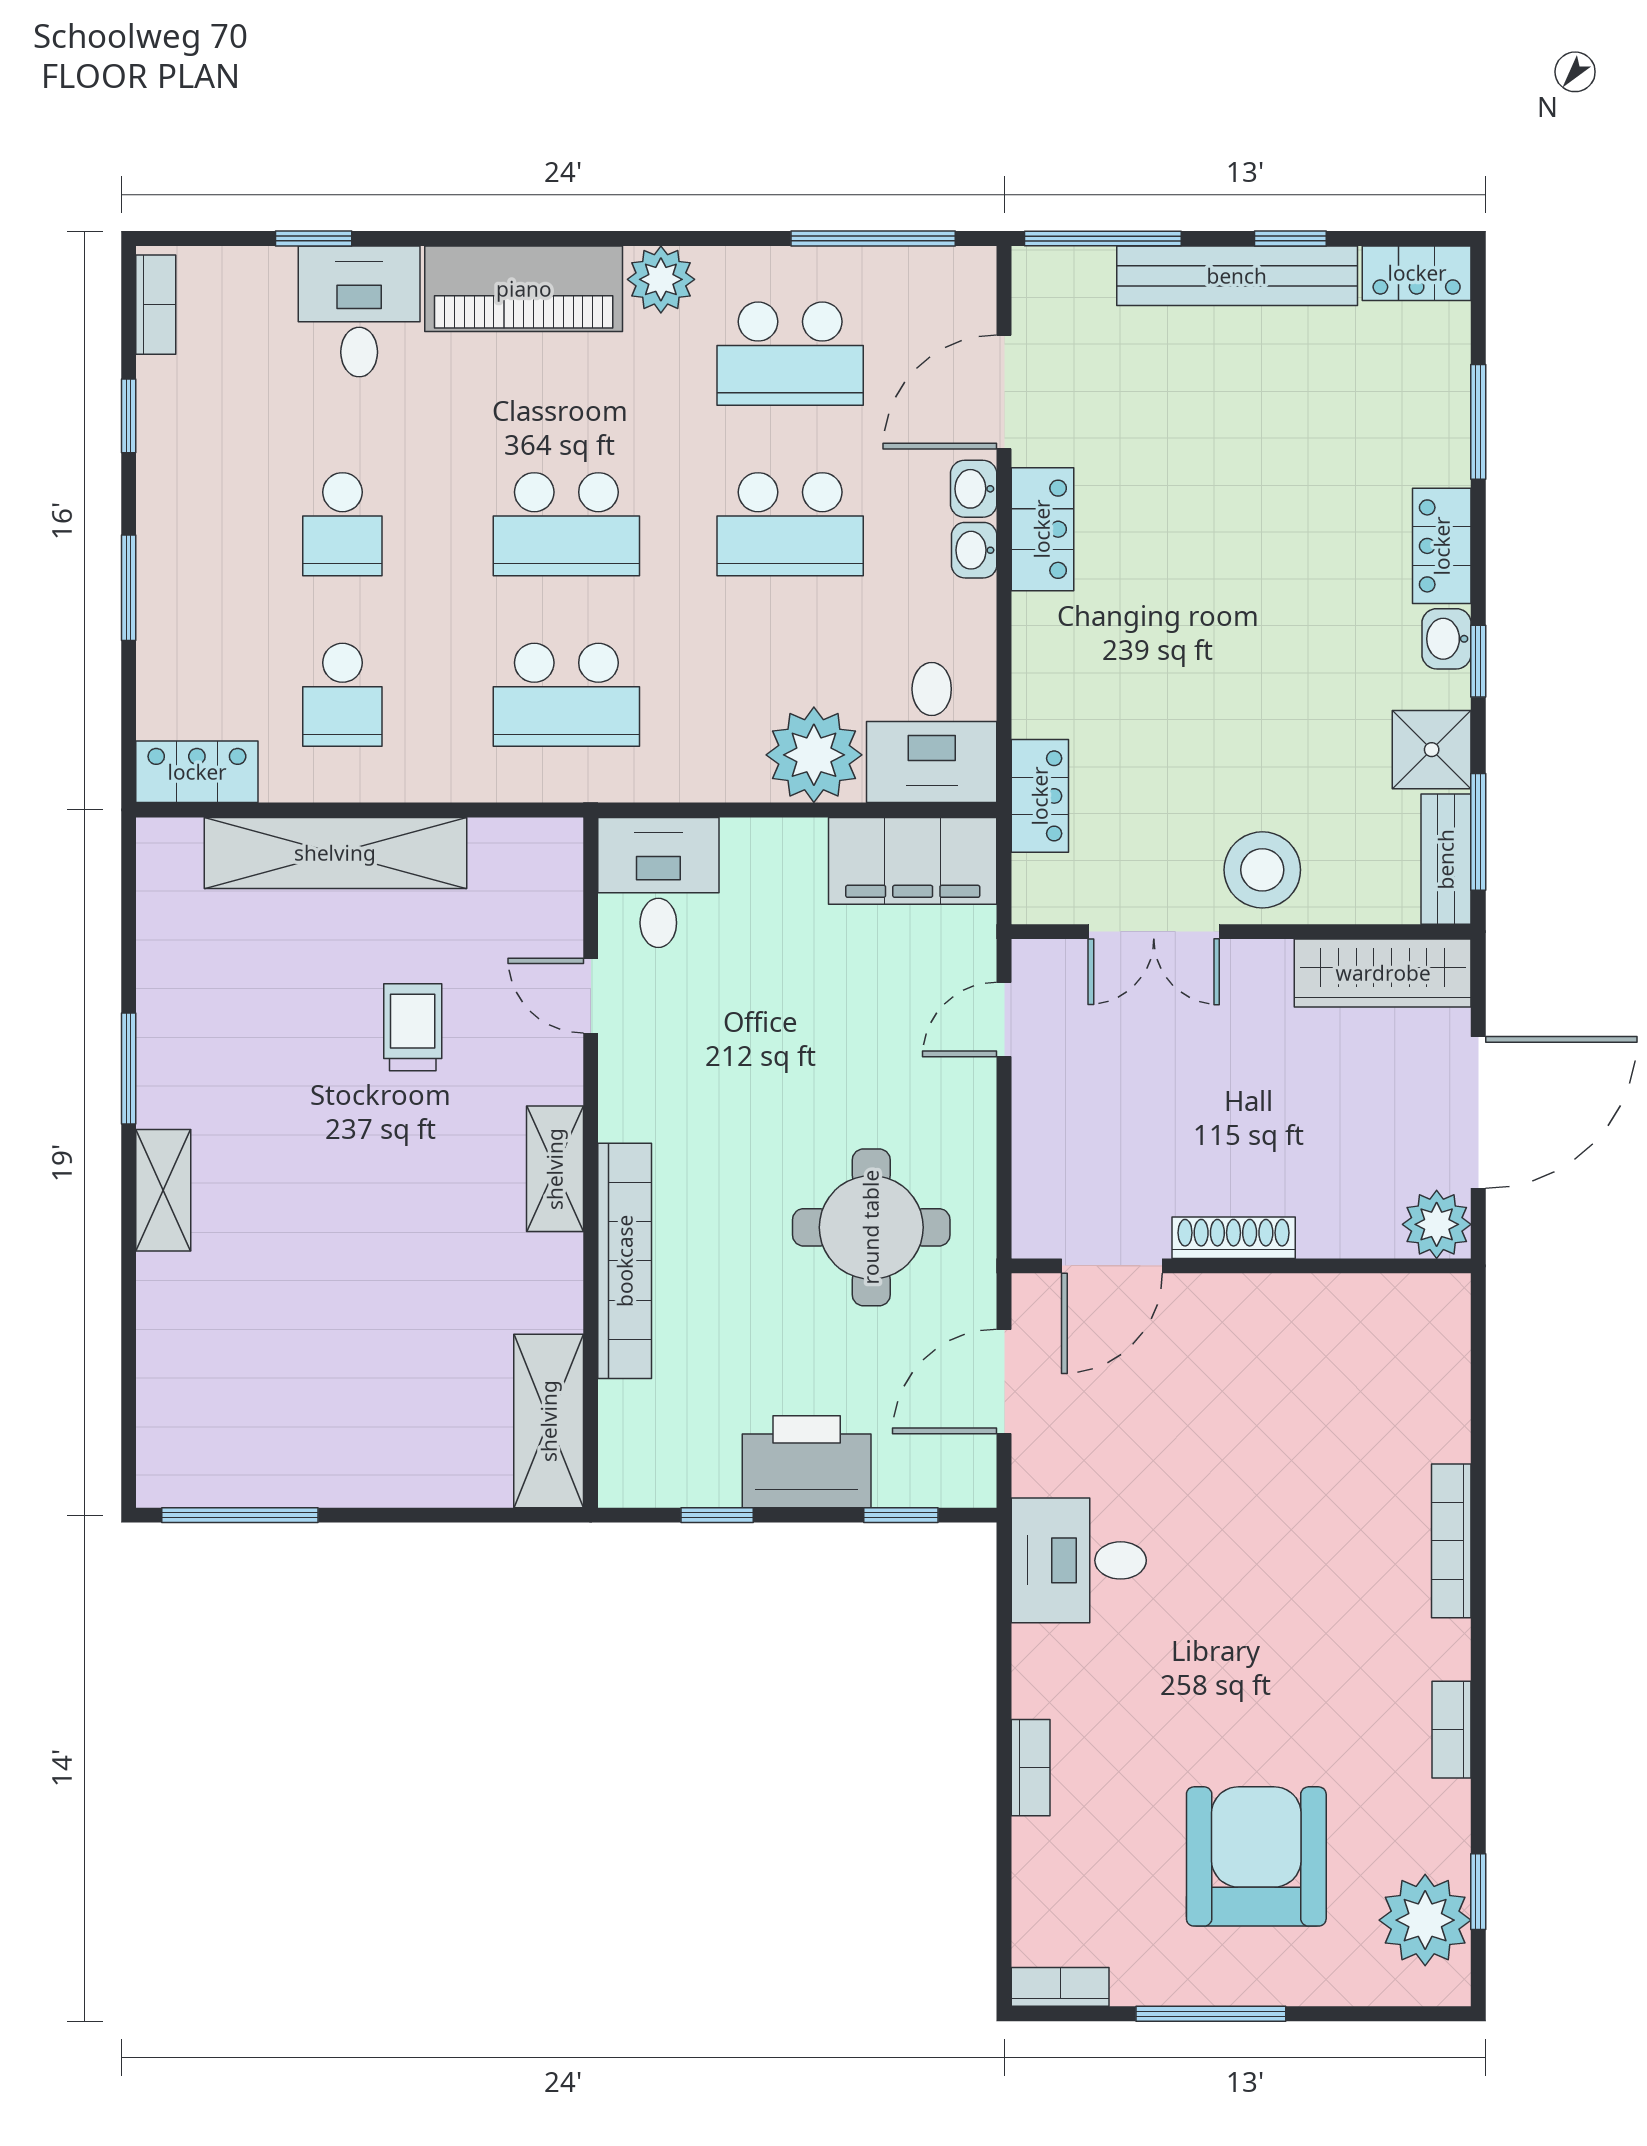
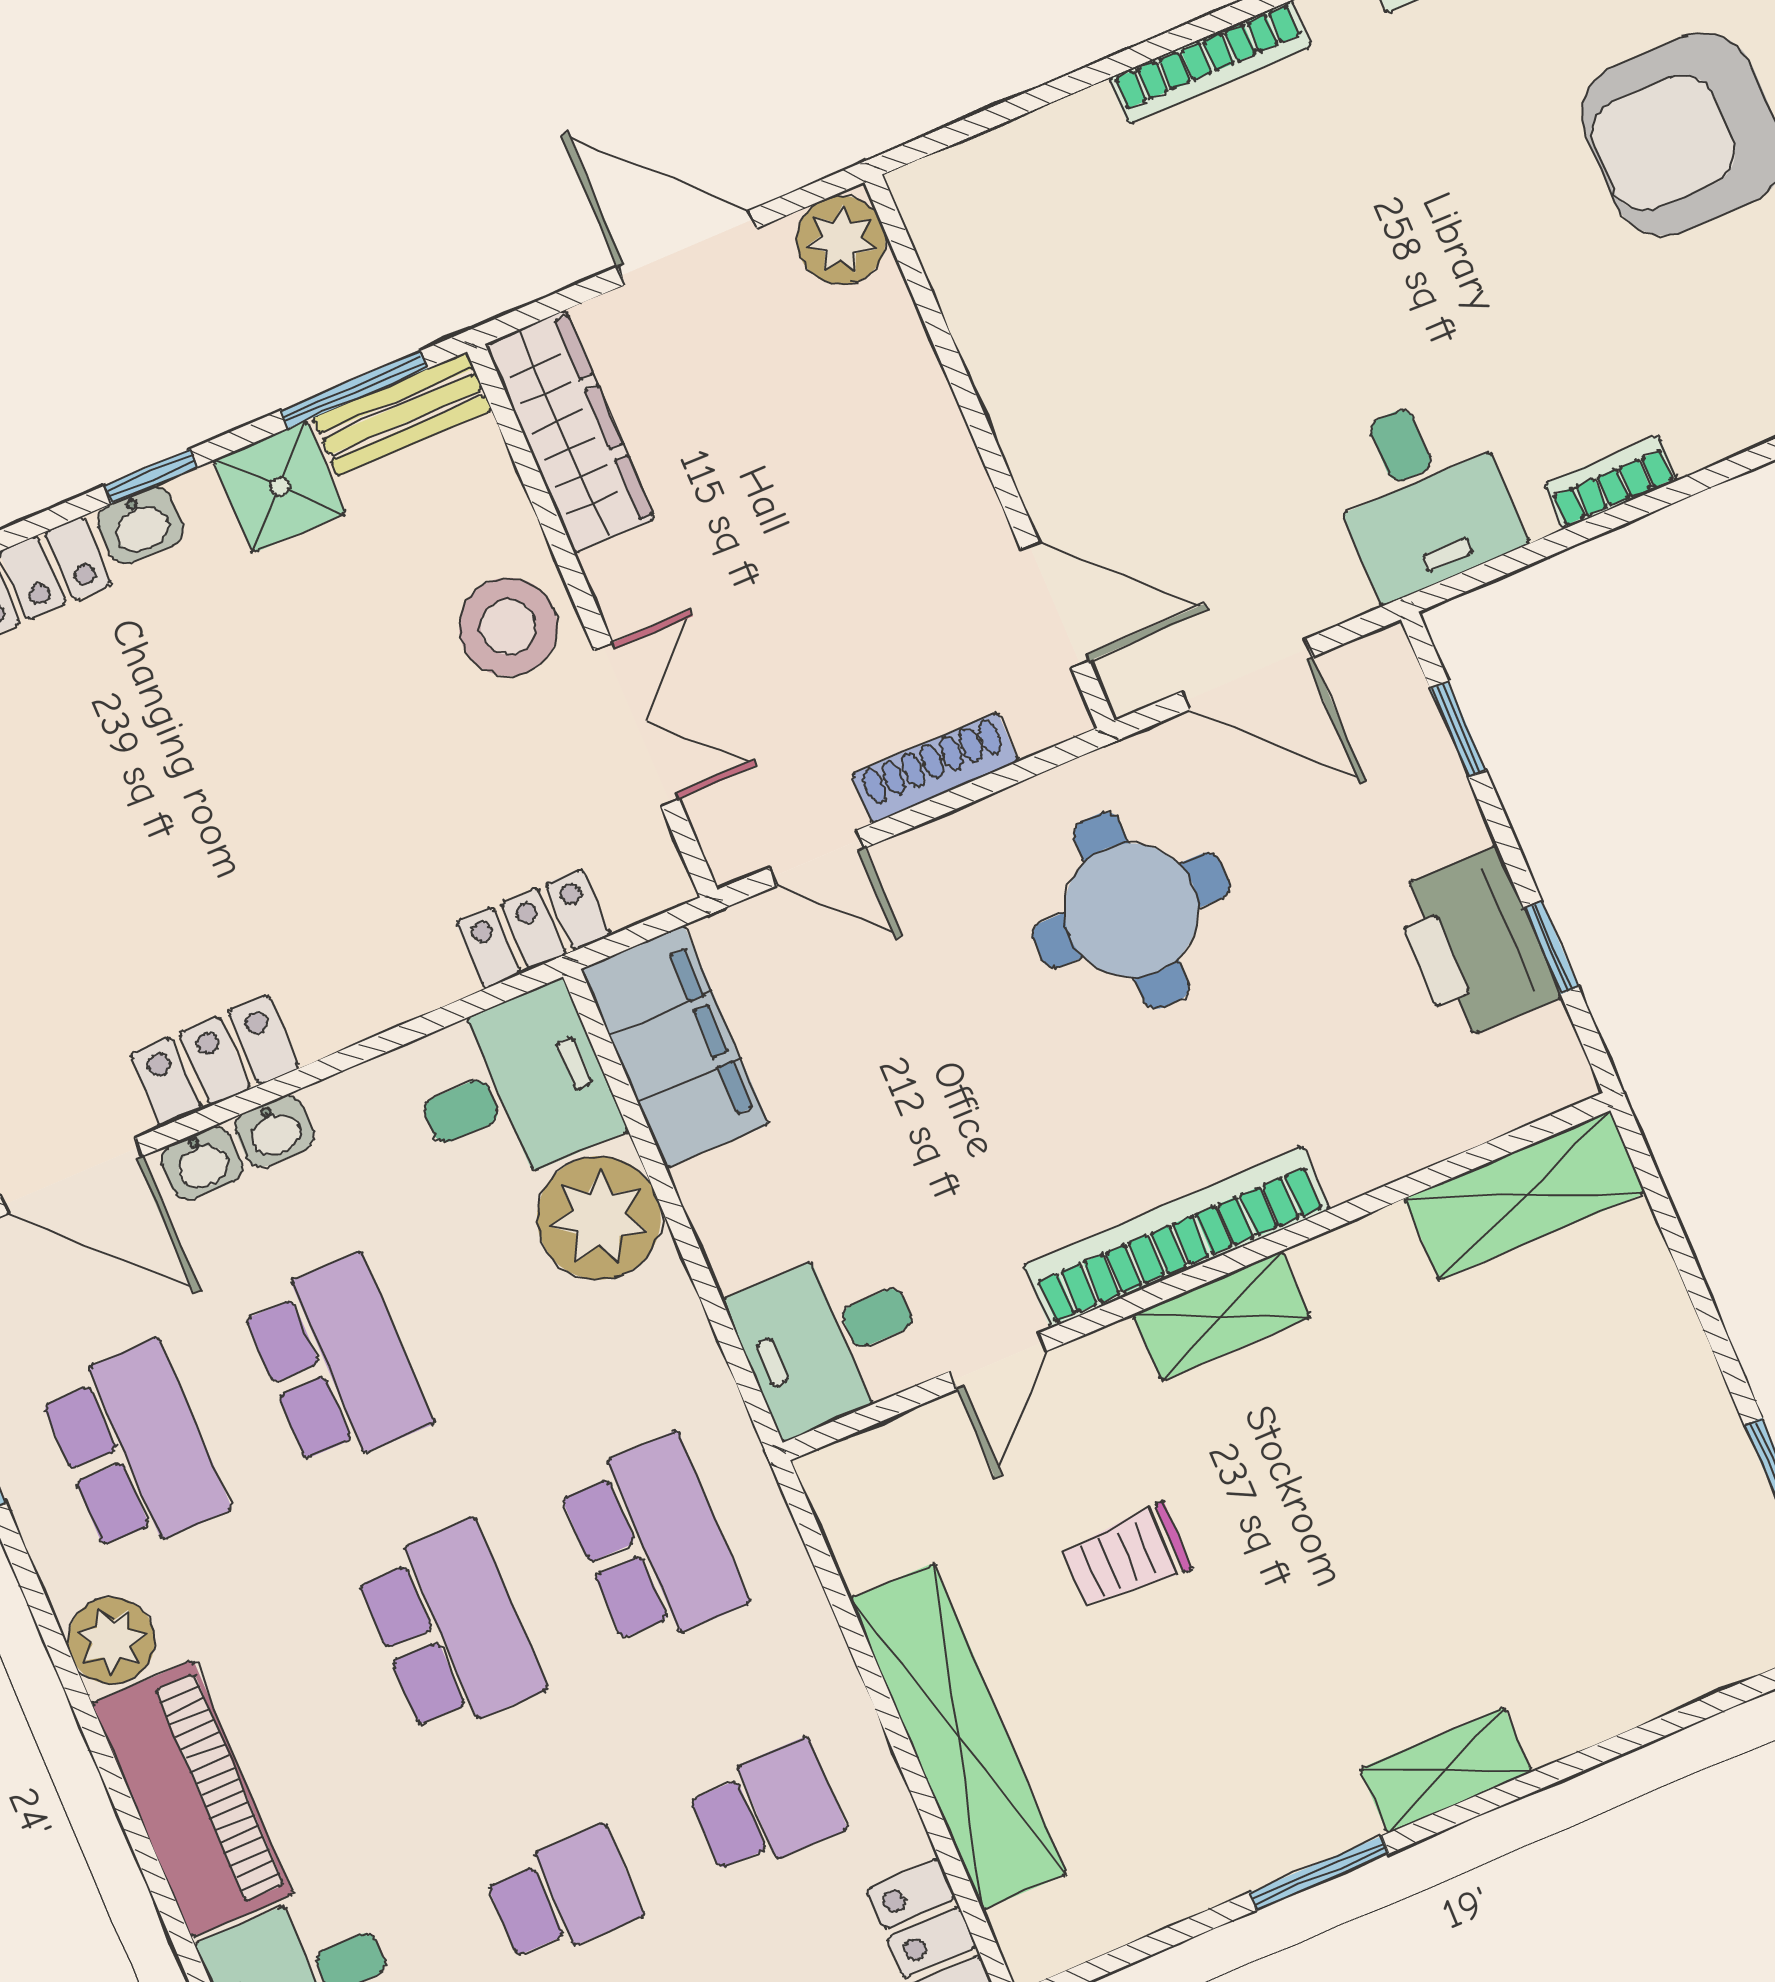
door: (1478, 1112) -> (687, 247), width x0.73
shoe rack: (1234, 1238) -> (935, 768), moved, turned 90
bookcase: (625, 1261) -> (1177, 1237), moved
printer: (807, 1462) -> (1475, 944), moved
bookcase: (1031, 1768) -> (1611, 482), moved

